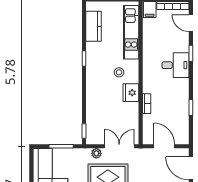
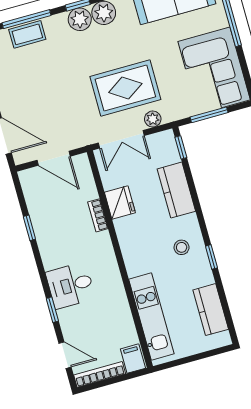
stool: (119, 72) -> (182, 247), moved
fridge: (131, 93) -> (120, 202), moved
kitchen counter: (94, 106) -> (176, 190), added

